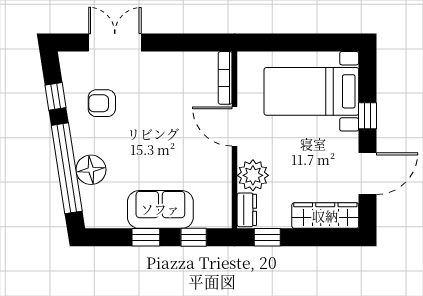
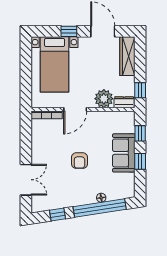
double door: (115, 43) -> (26, 180), swing flipped
armchair: (102, 103) -> (79, 161), moved
floor lamp: (91, 170) -> (101, 198), width x0.53, depth x0.53

